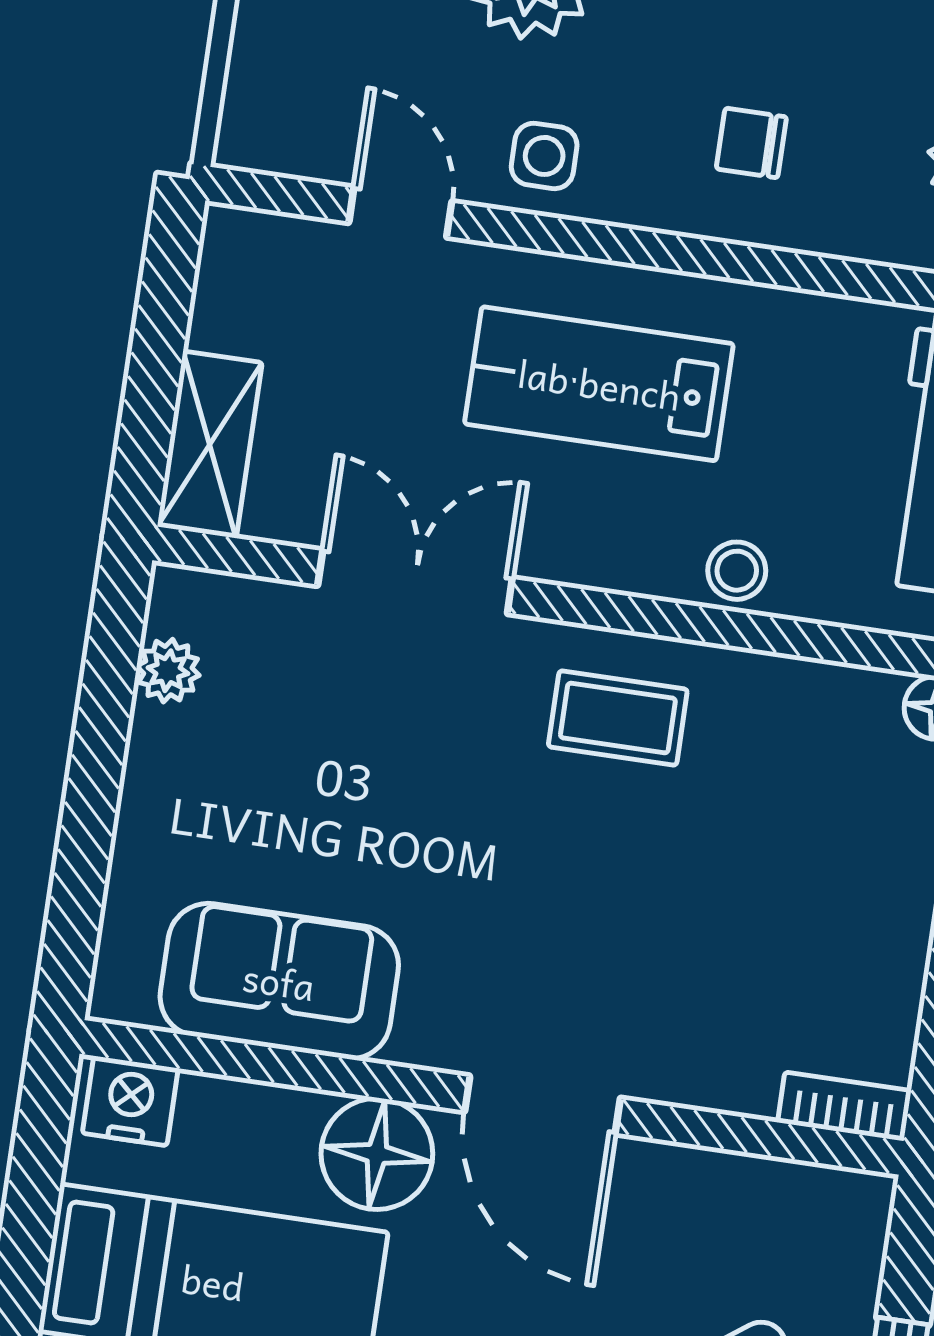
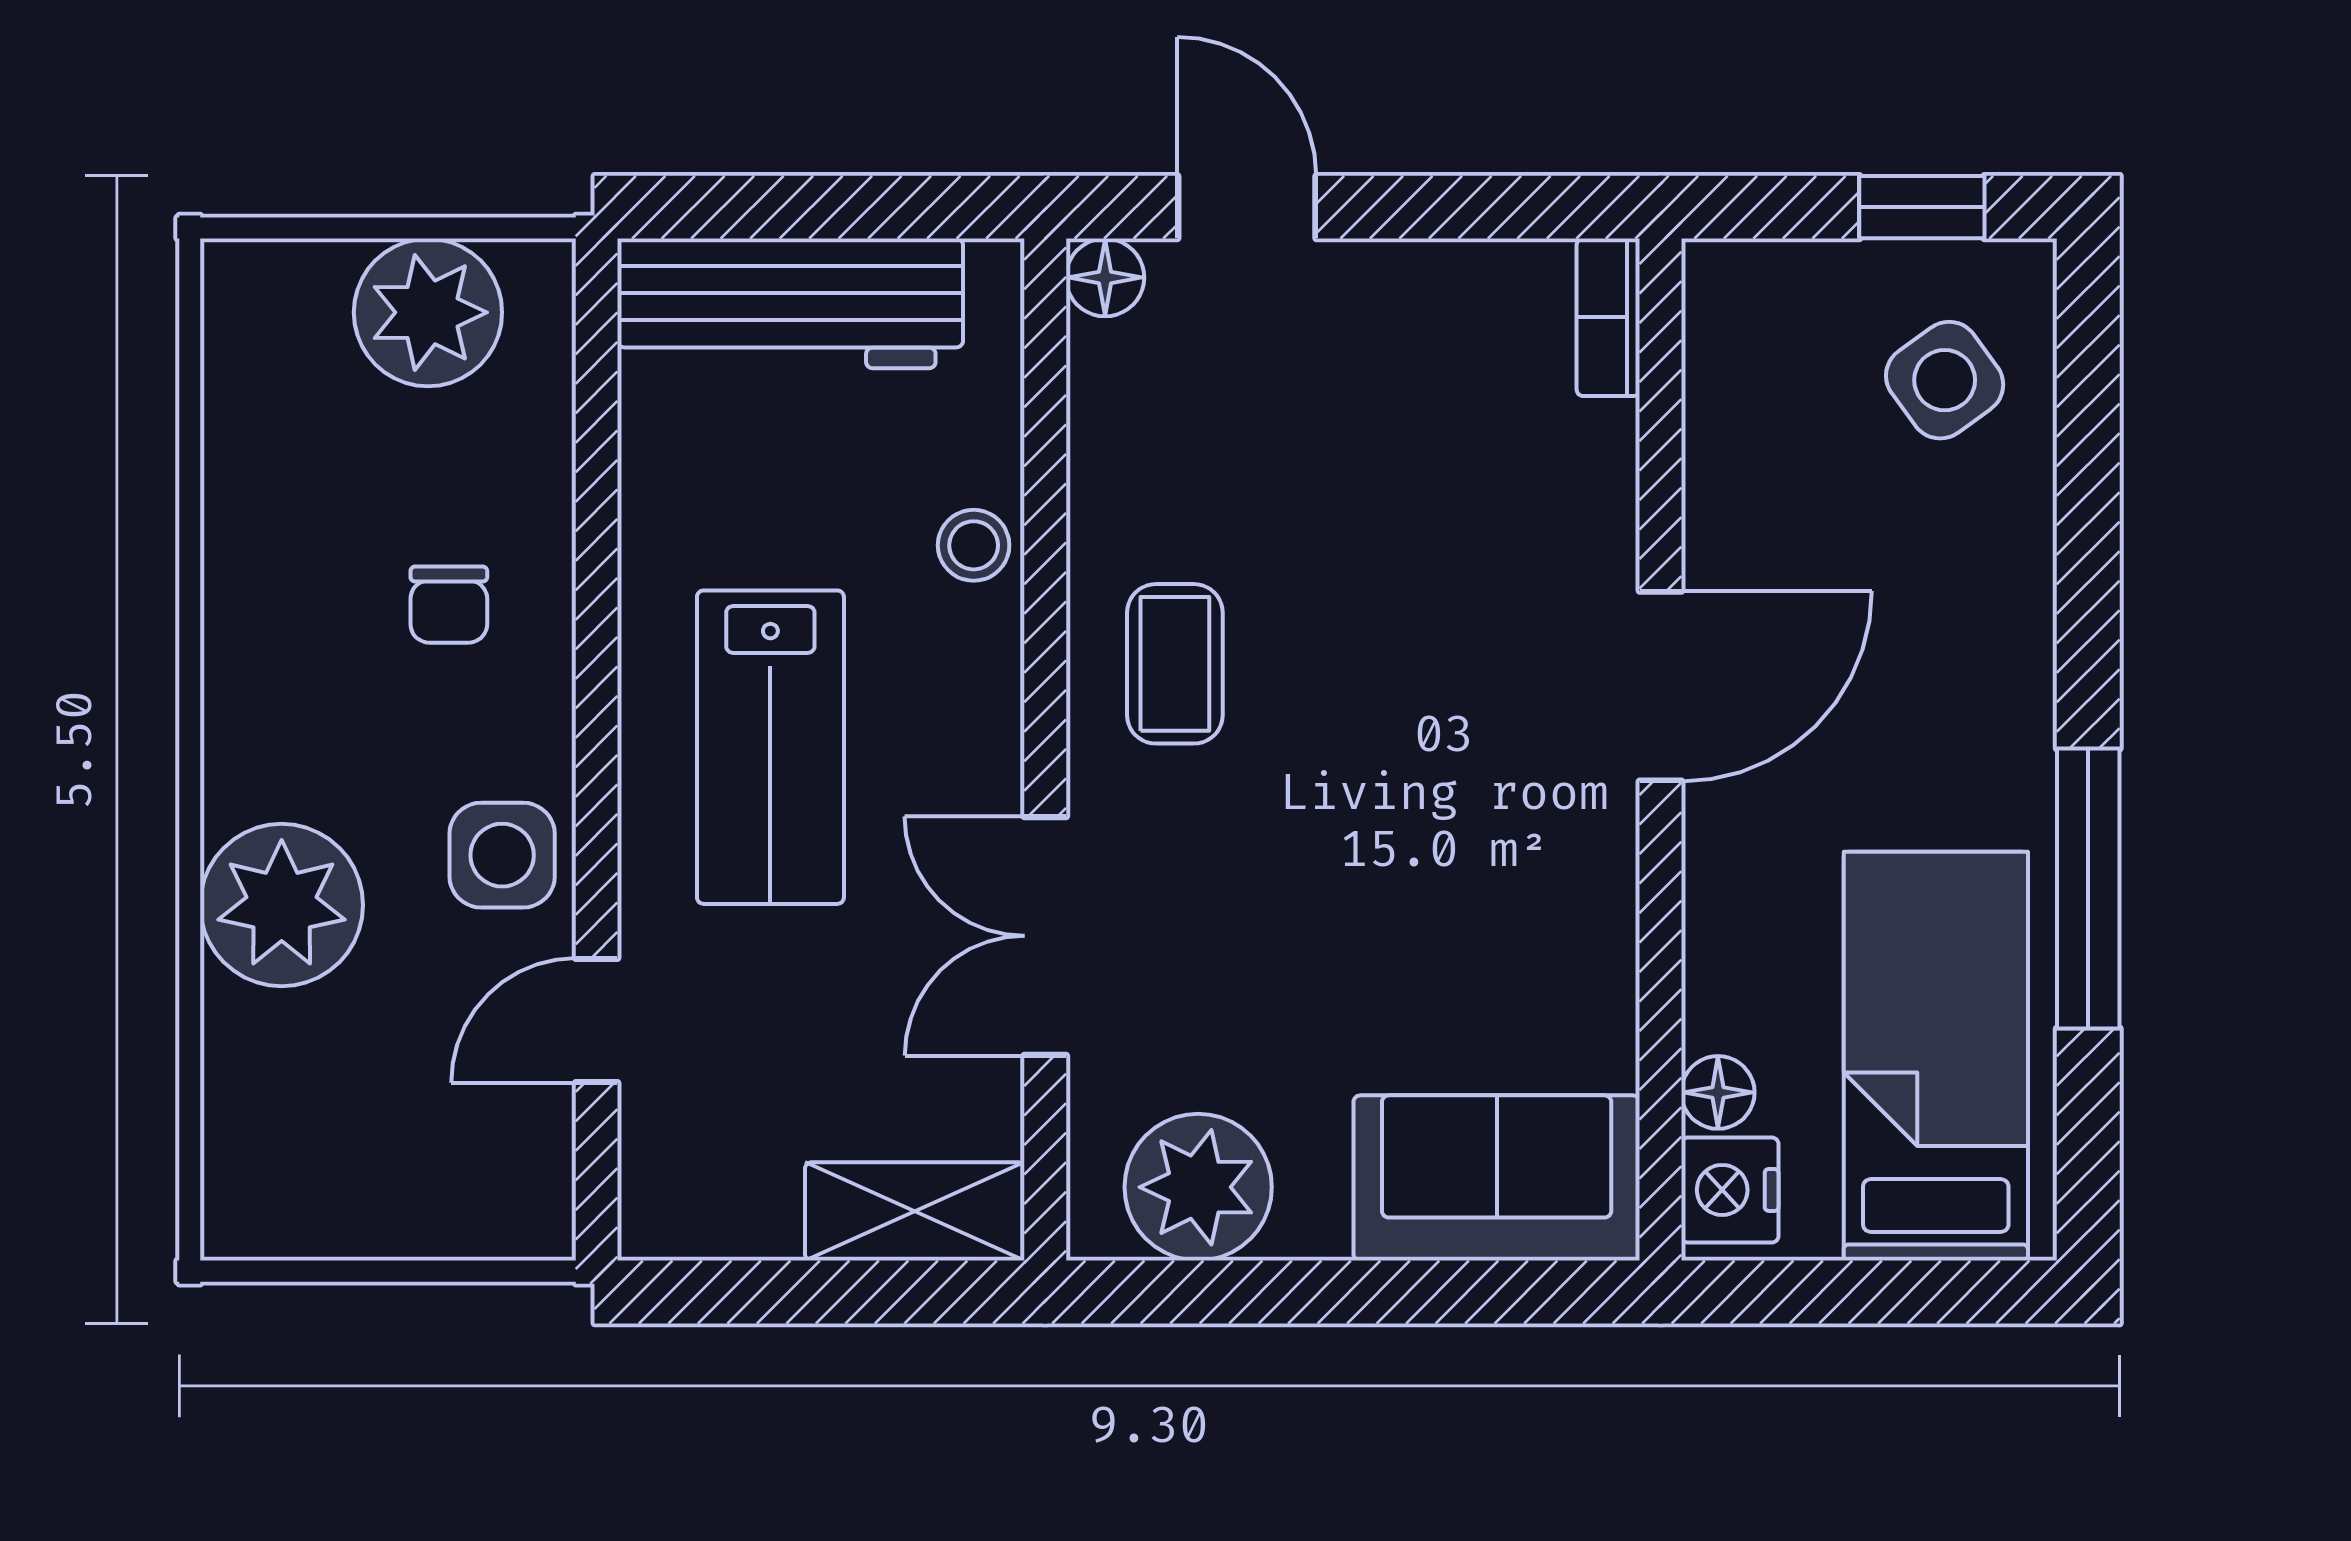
side table: (544, 156) -> (502, 855), width x1.37, depth x1.37
plant: (168, 671) -> (1198, 1187), width x1.88, depth x1.88
sofa: (279, 981) -> (1497, 1178), moved, turned 90
floor lamp: (377, 1154) -> (1718, 1092), moved, width x0.53, depth x0.53

